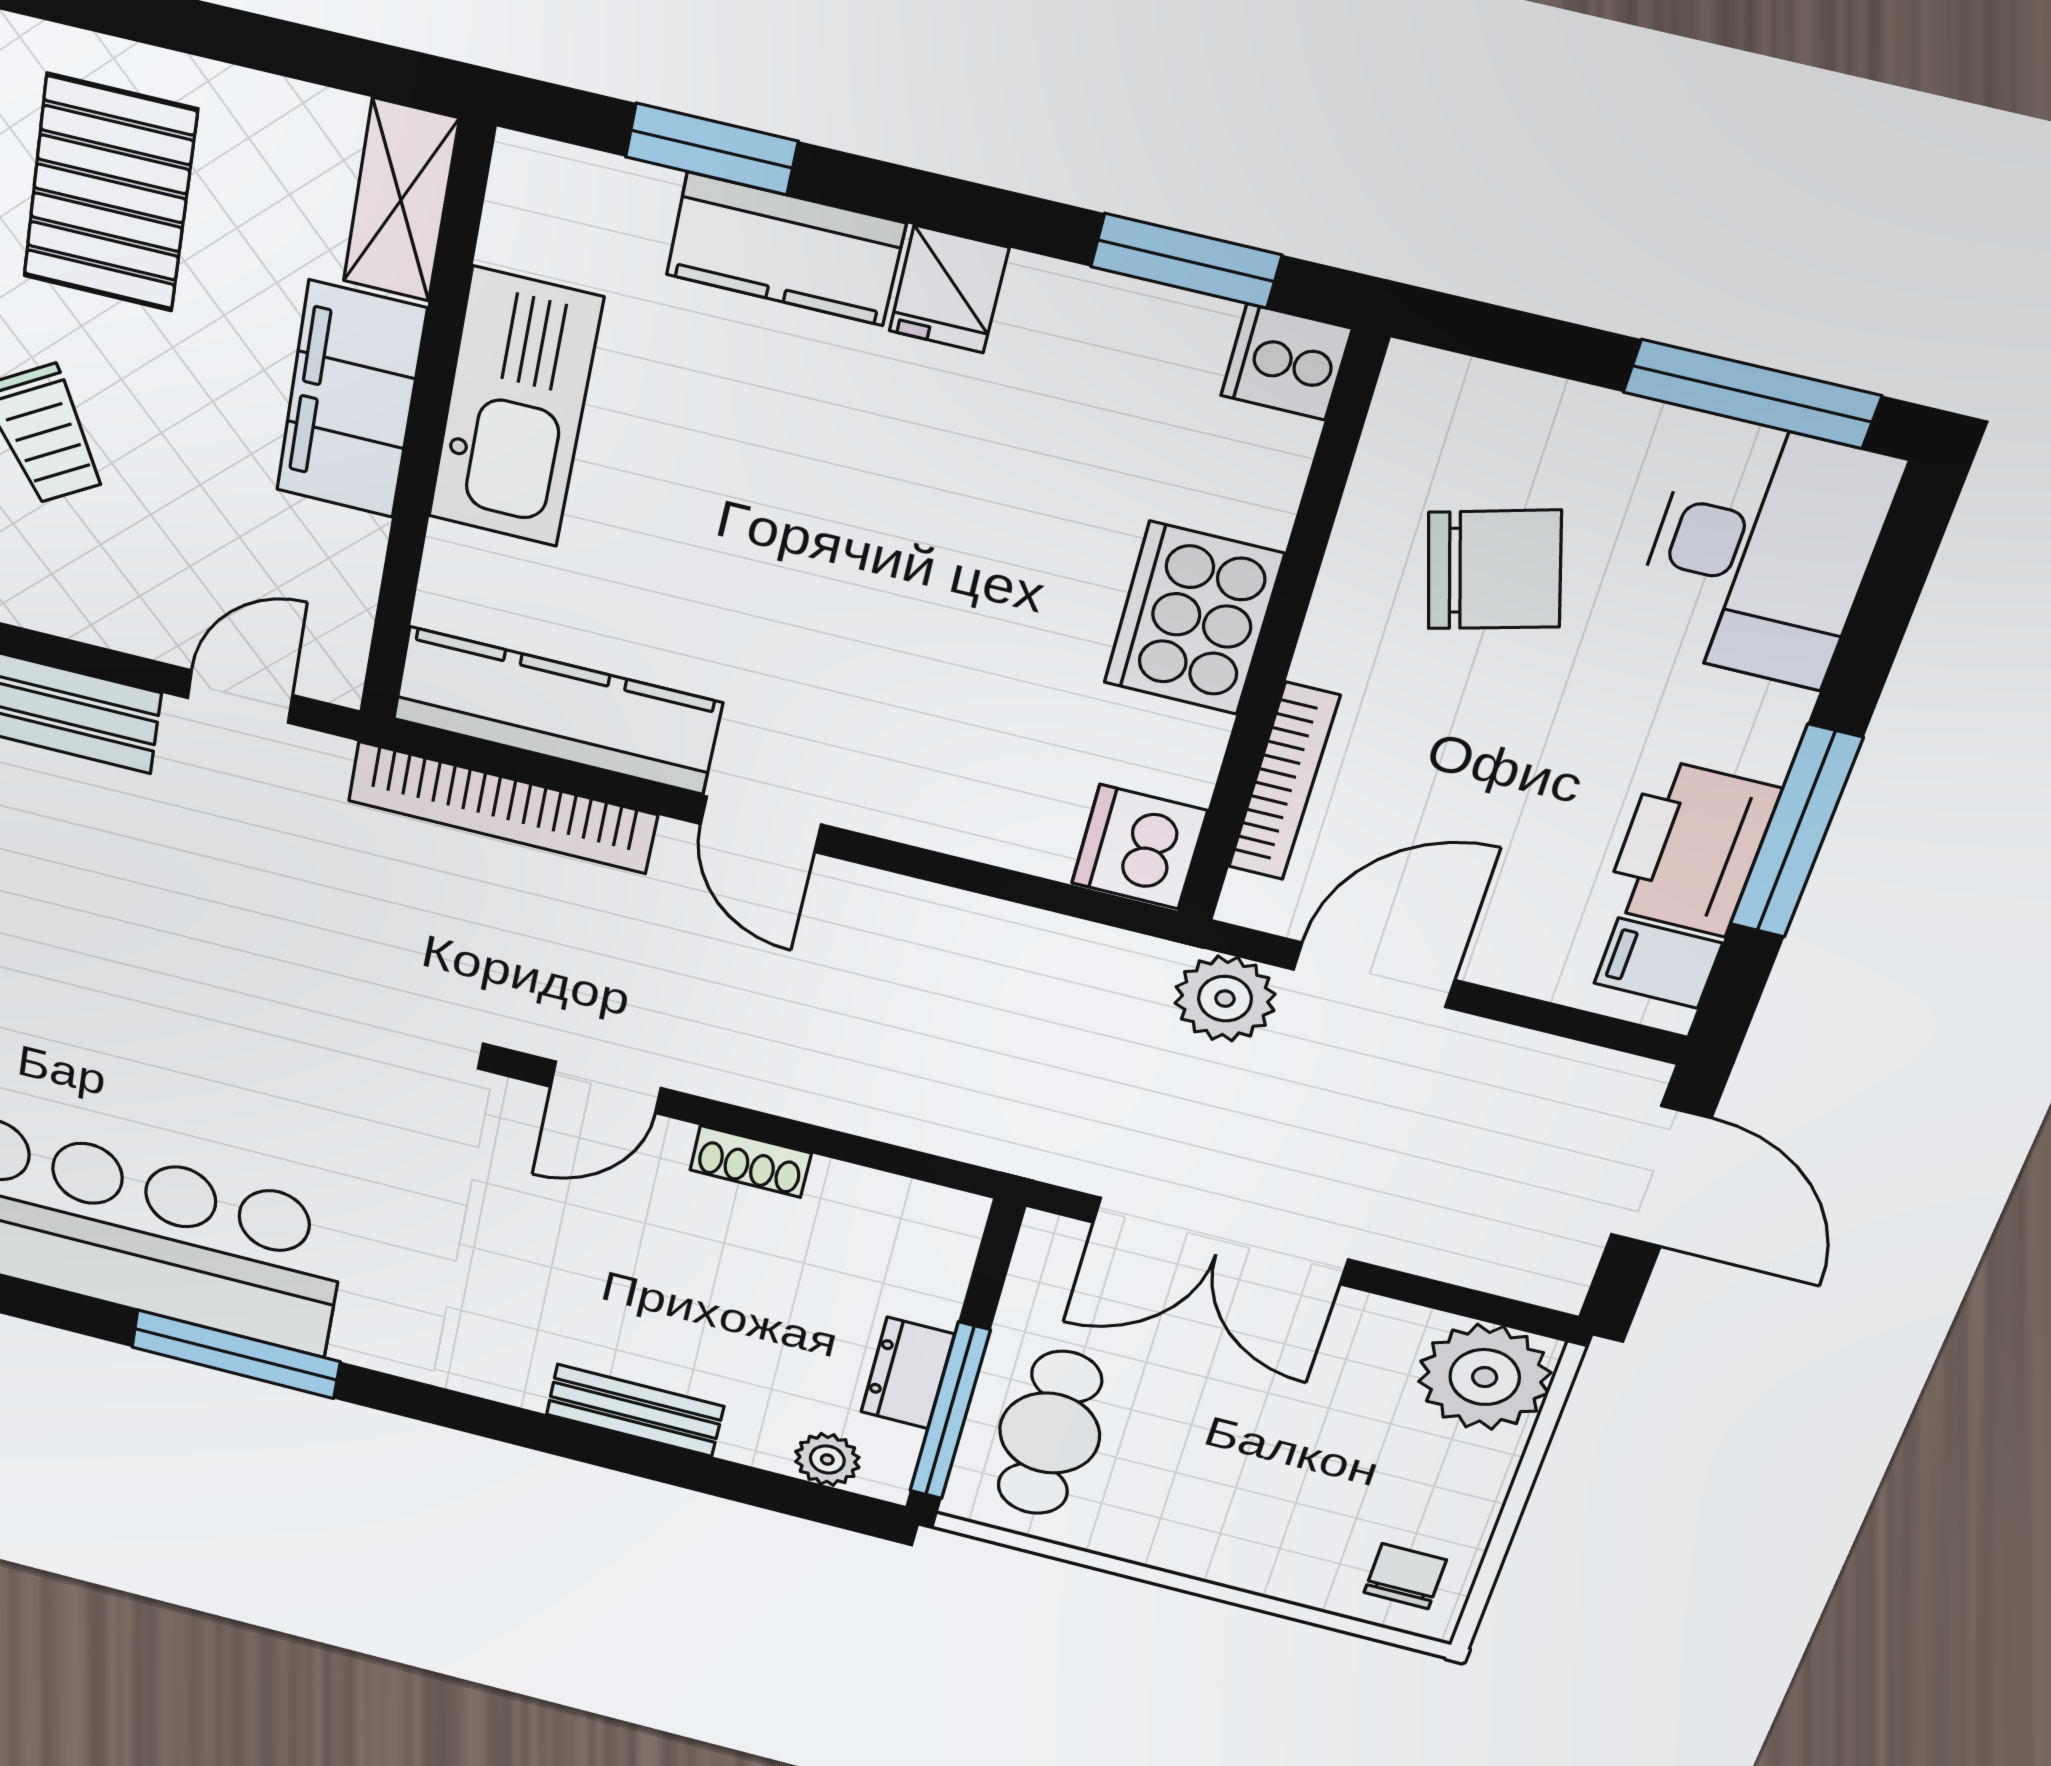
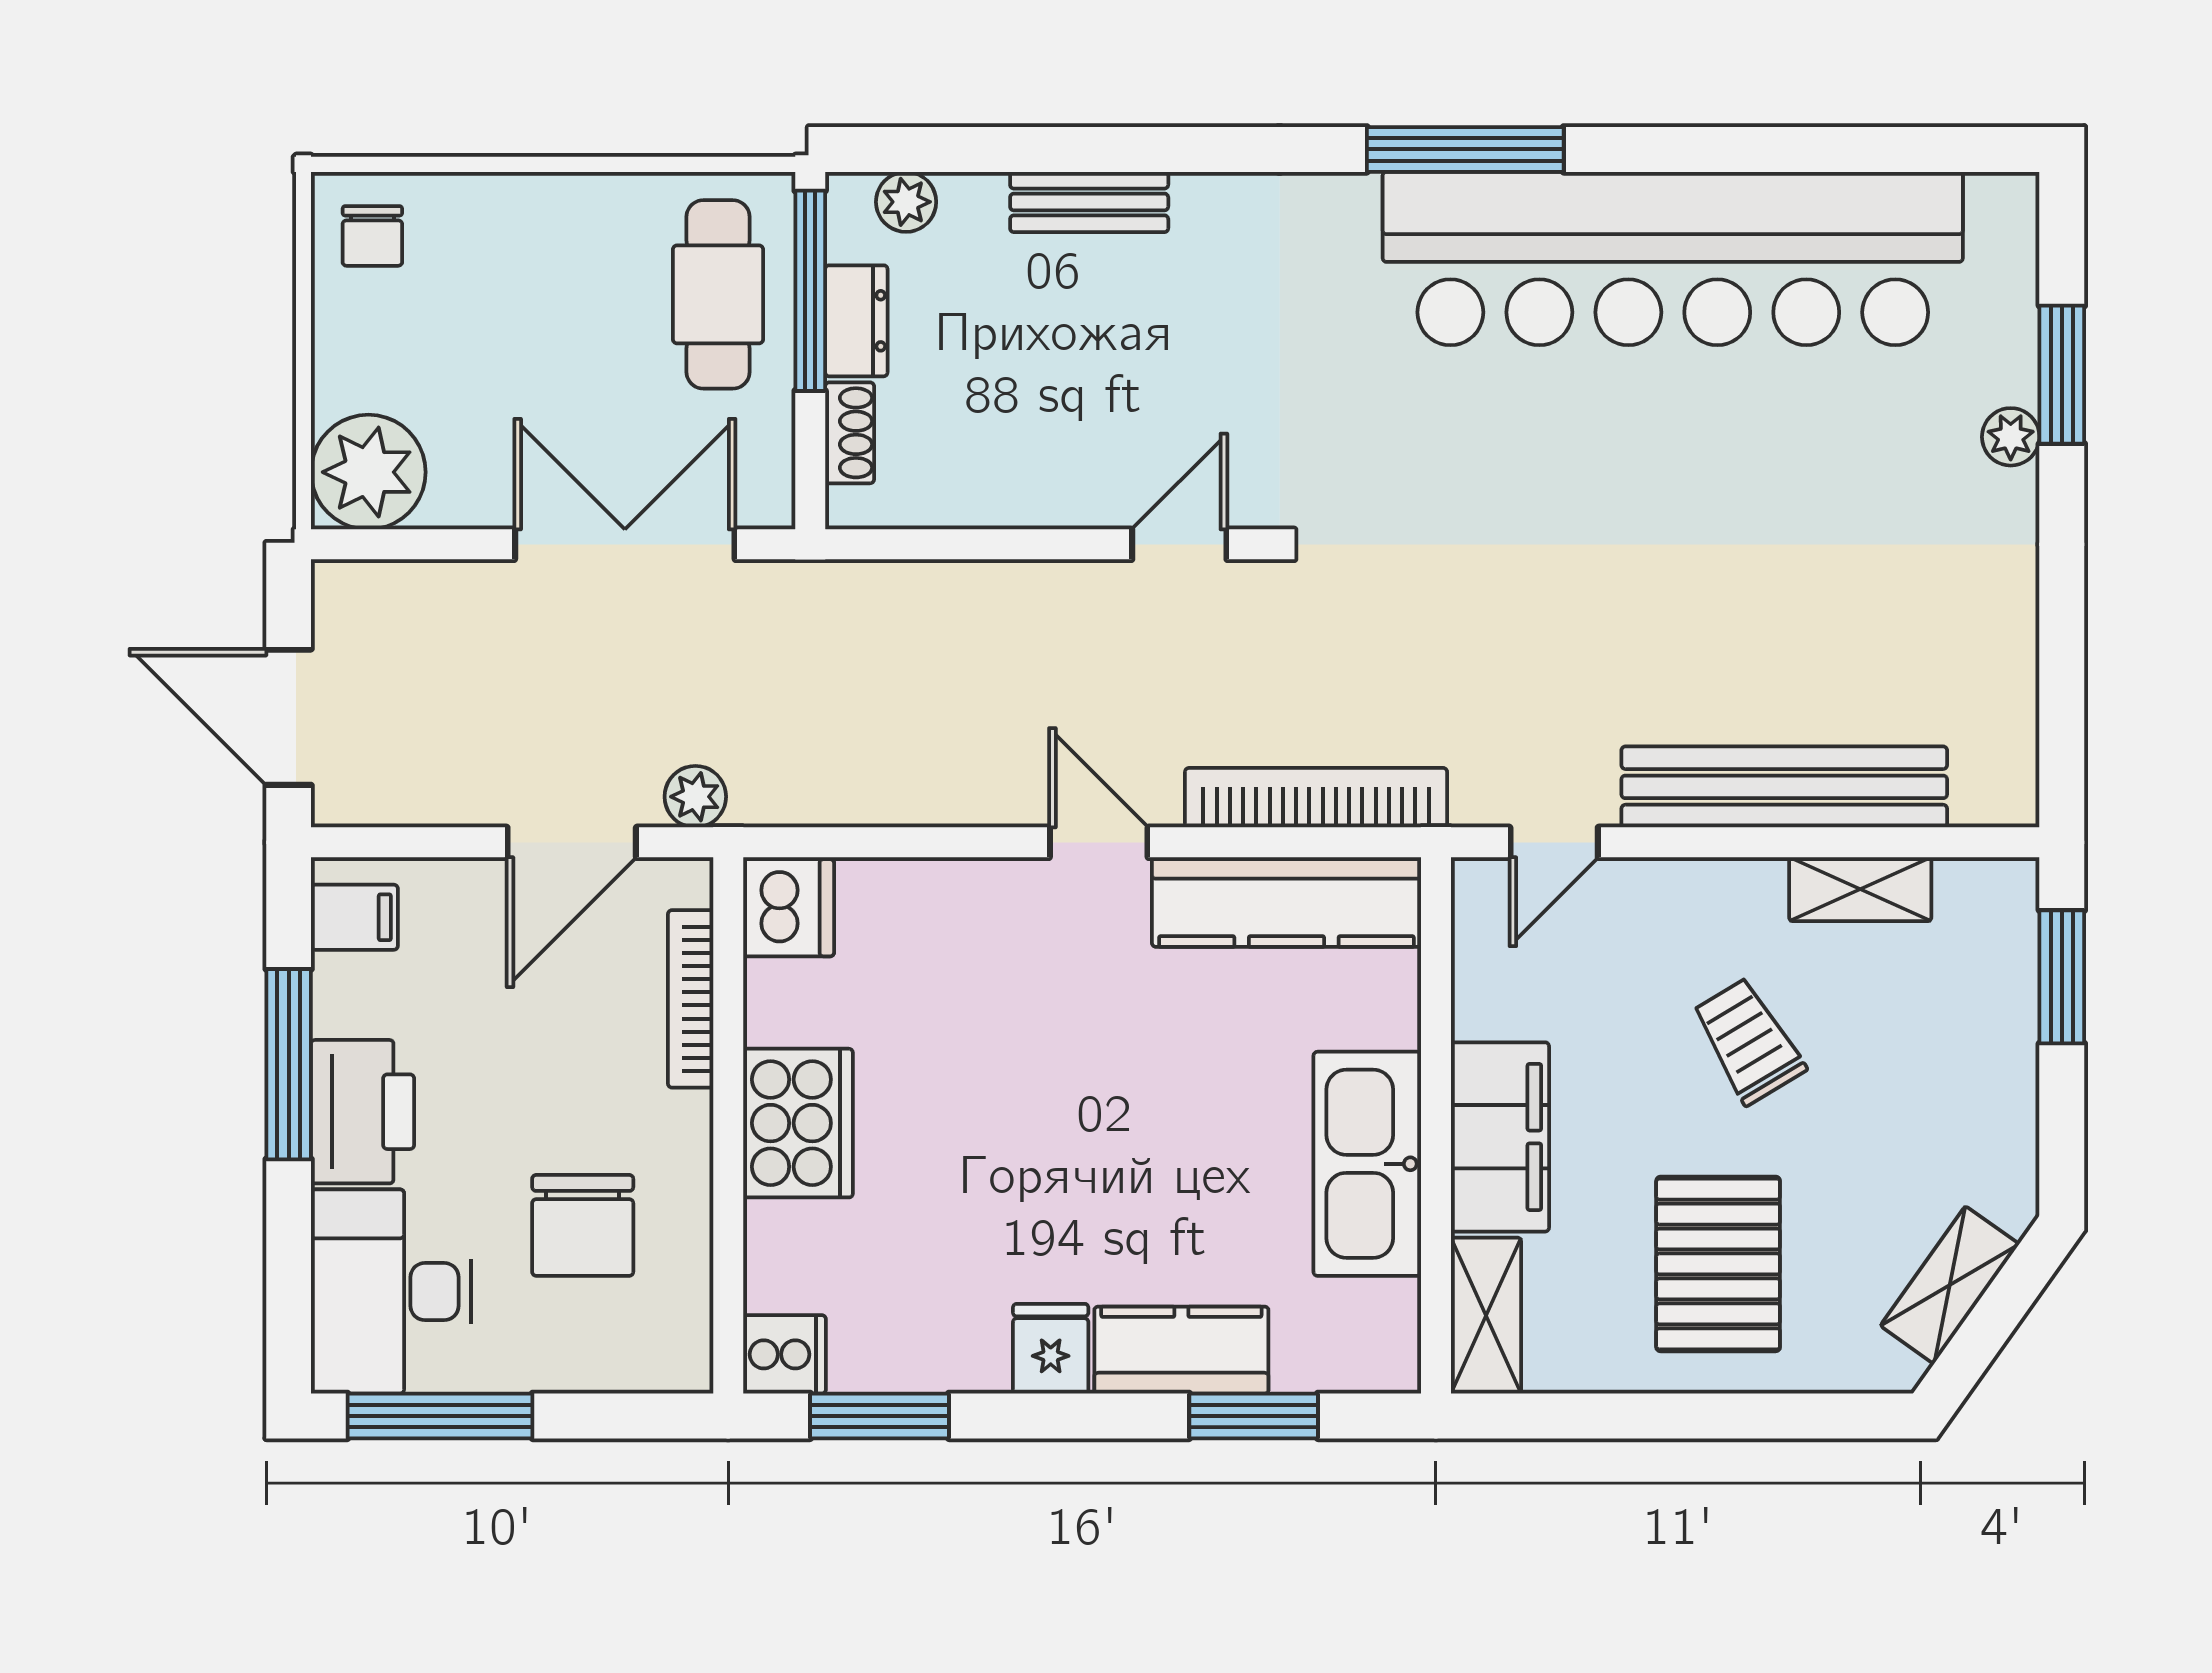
chair: (1494, 570) -> (583, 1225), turned -74
printer: (1691, 848) -> (363, 1112), moved
plant: (1225, 999) -> (695, 797), width x0.73, depth x0.73
shoe rack: (751, 1162) -> (850, 433), moved, turned 90

